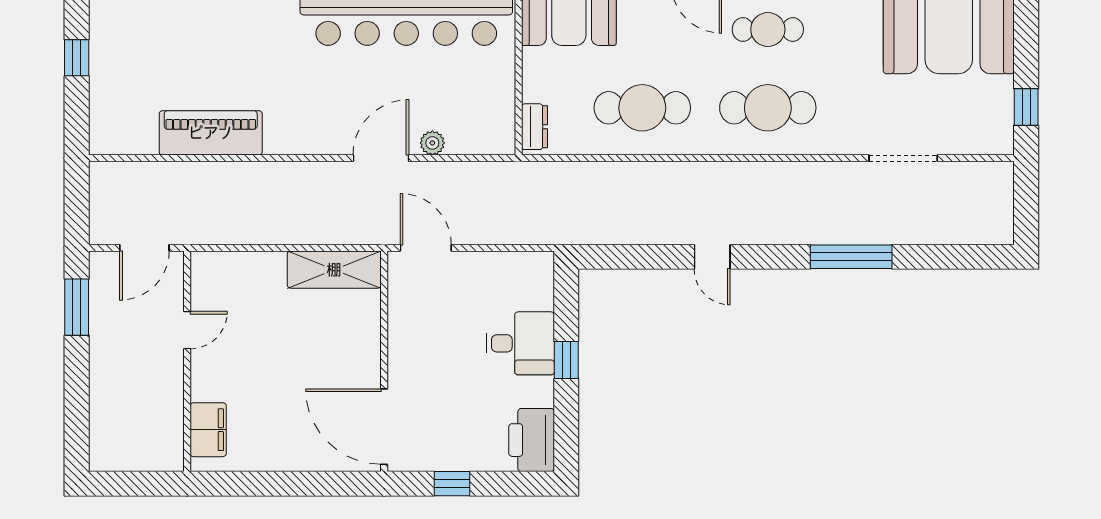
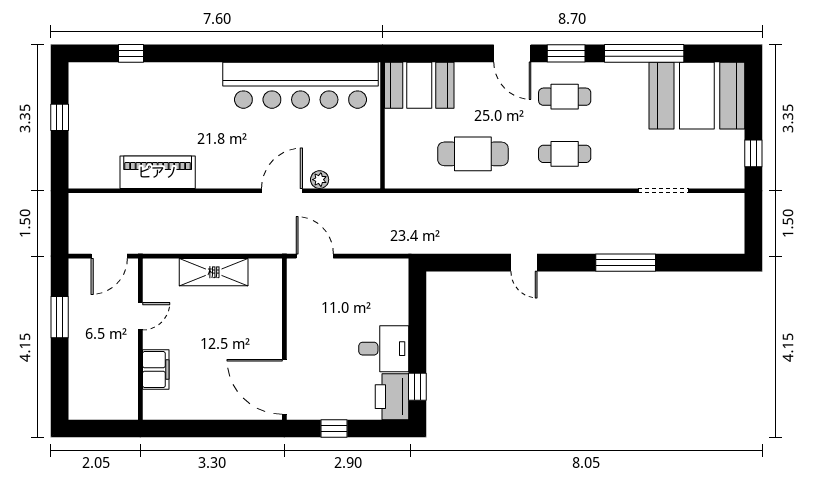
cafe table: (768, 108) -> (565, 154), width x0.73, depth x0.74
dresser: (534, 127) -> (394, 168), removed
shelving: (334, 270) -> (214, 272), moved
window: (77, 307) -> (60, 317), moved
desk: (520, 343) -> (384, 349), moved
window: (566, 360) -> (417, 387), moved
filing cabinet: (208, 430) -> (156, 370), moved

